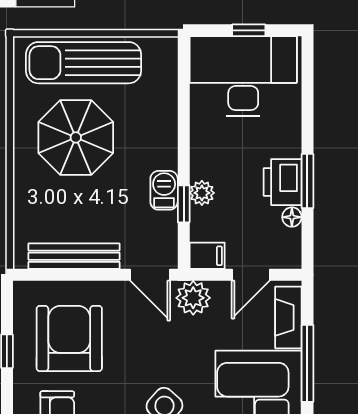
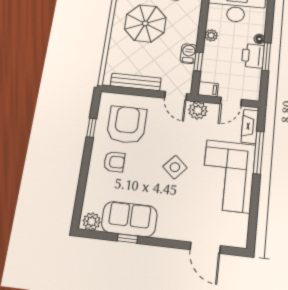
plant: (202, 193) -> (211, 35), moved
floor lamp: (292, 217) -> (259, 39), moved

